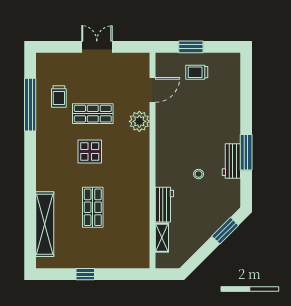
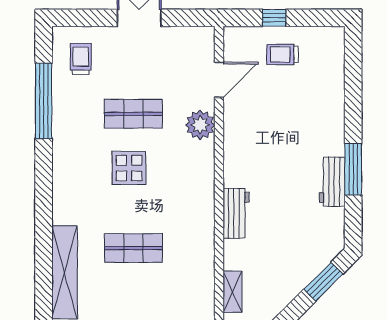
window: (191, 47) -> (274, 18), width x0.67
trolley: (59, 96) -> (81, 59), moved, turned 180
stool: (199, 174) -> (285, 200), removed
workbench: (164, 205) -> (236, 213), moved
shop shelf: (93, 207) -> (133, 248), turned 90

